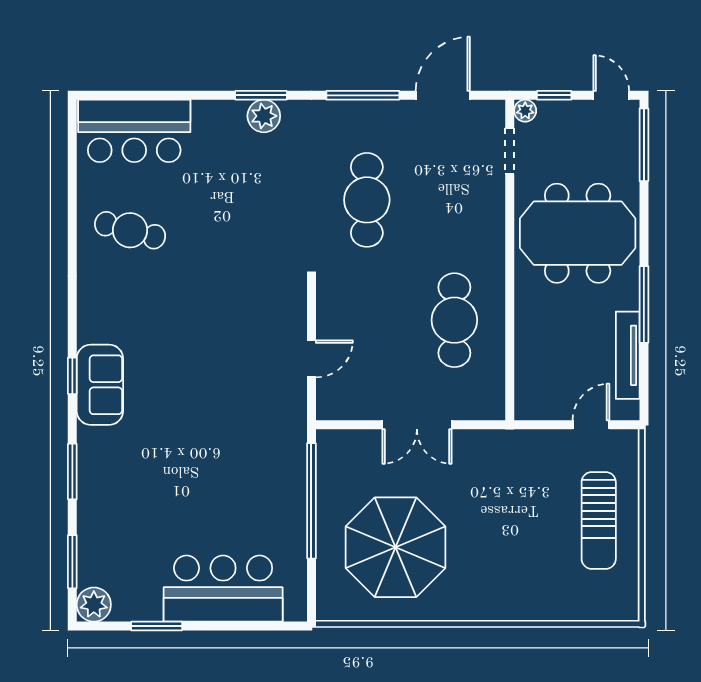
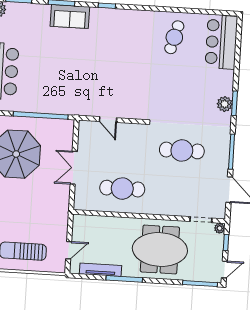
meeting table: (578, 233) -> (160, 250), turned 90
sofa: (100, 385) -> (70, 17), moved
door: (591, 425) -> (69, 250), hinge flipped

